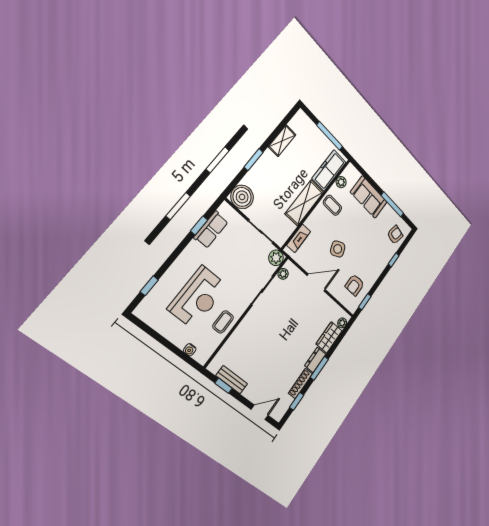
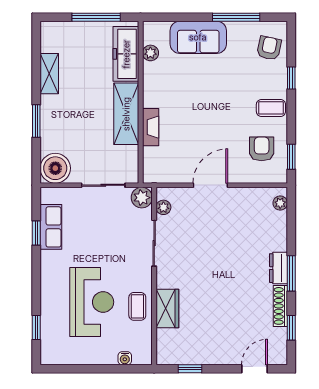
coffee table: (332, 205) -> (271, 108), moved
fireplace: (299, 238) -> (151, 127), moved
side table: (338, 249) -> (207, 128), removed
armchair: (355, 285) -> (262, 149), turned 180
wardrobe: (329, 337) -> (167, 308), moved, turned 180
bench: (232, 380) -> (194, 357), removed

